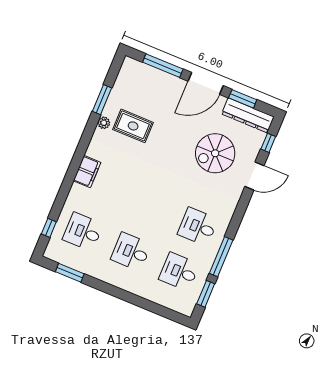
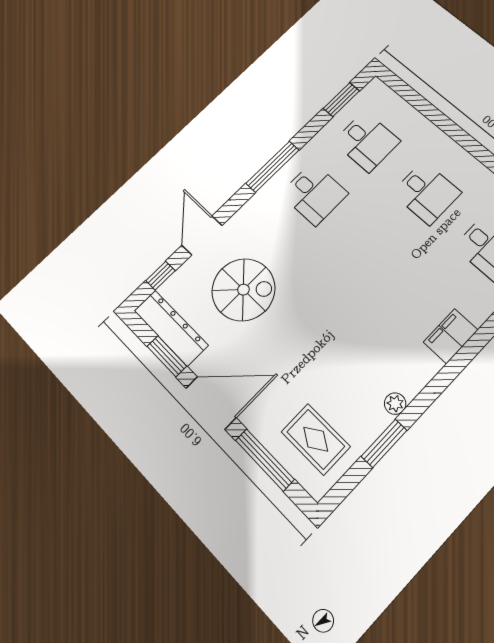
rug: (133, 126) -> (316, 439), moved
door: (254, 176) -> (202, 235), hinge flipped
window: (221, 257) -> (273, 167), moved

